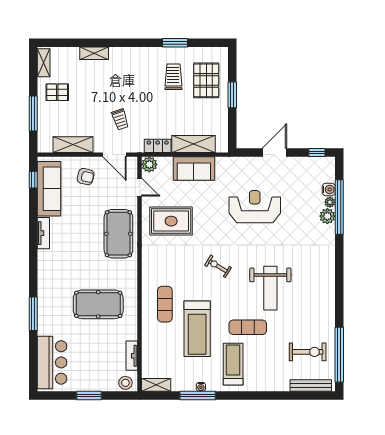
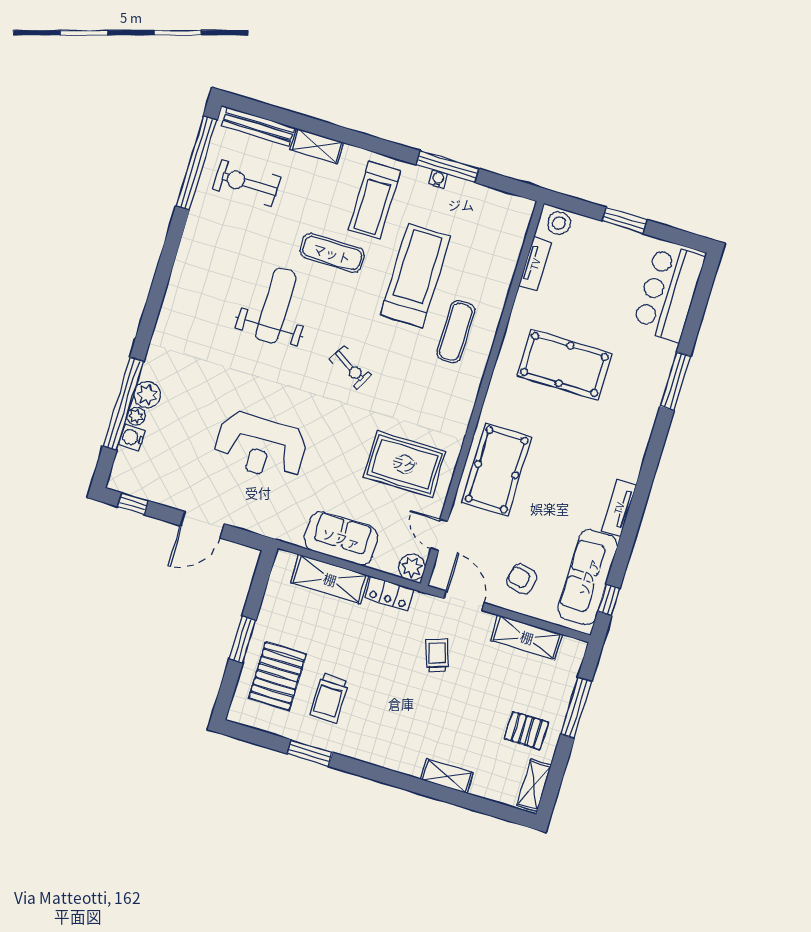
shelving: (156, 385) -> (317, 146), moved

